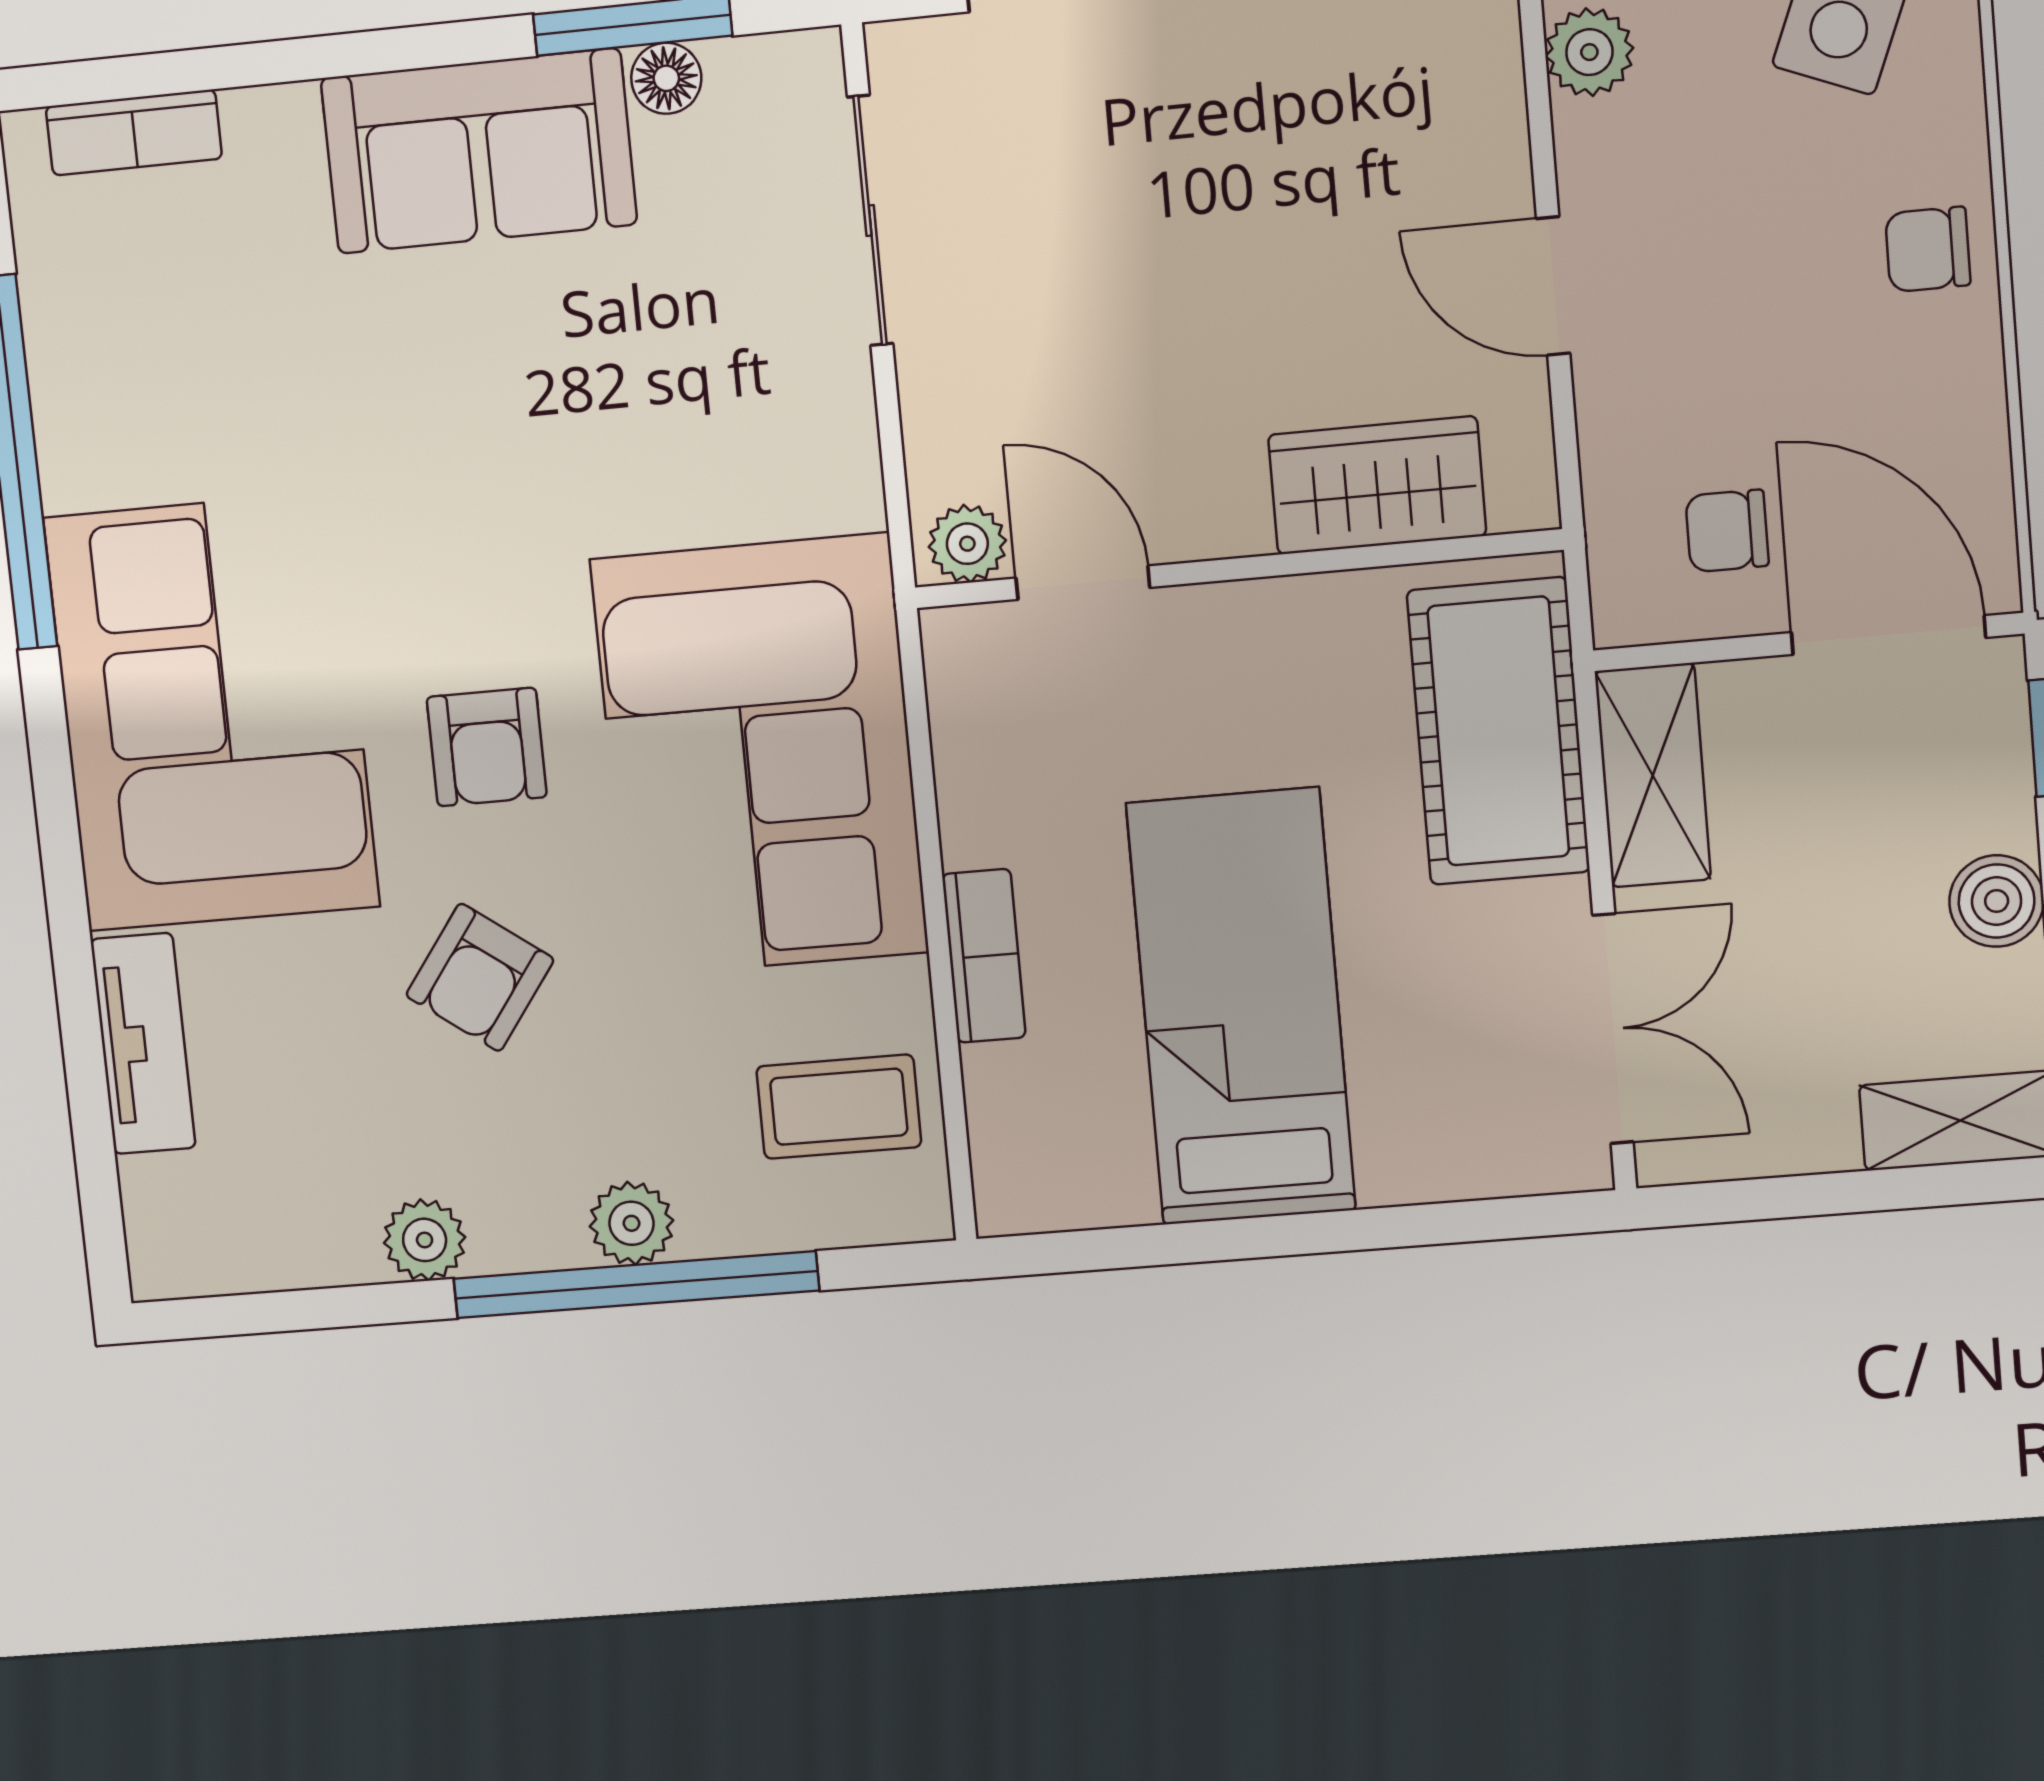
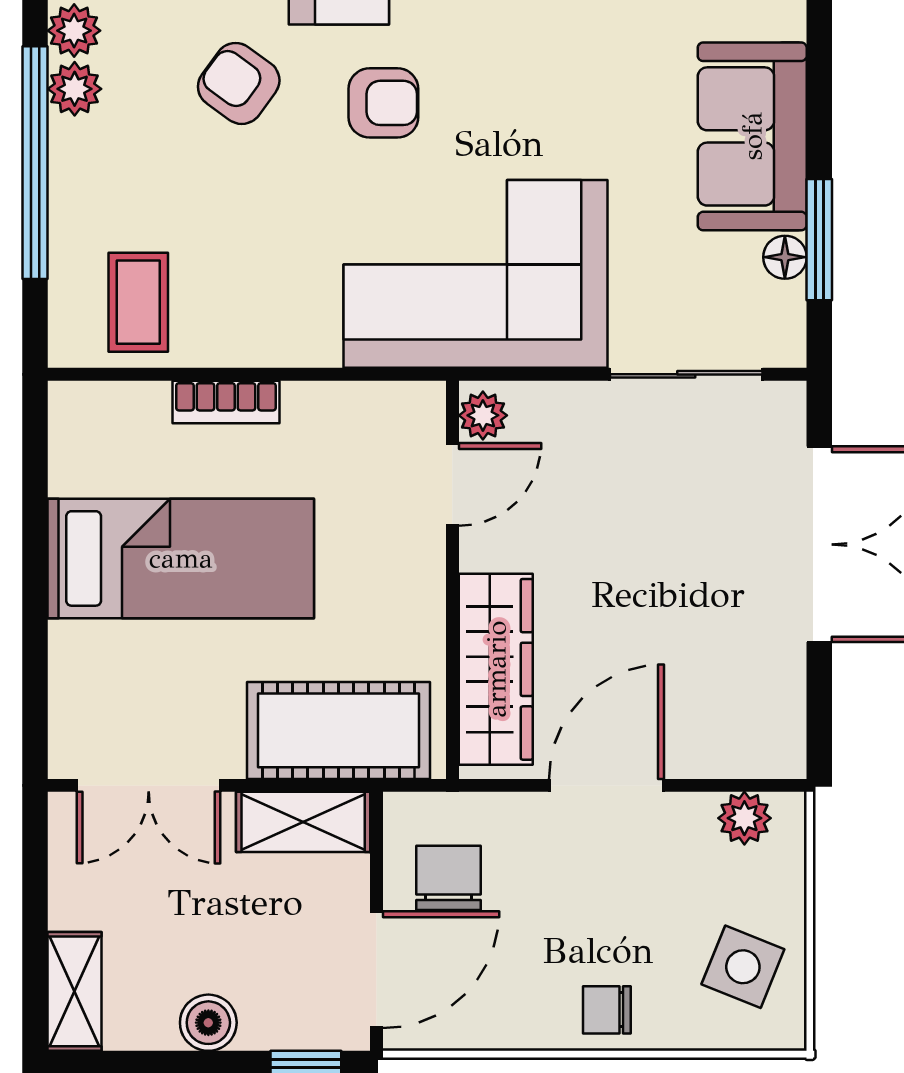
chair: (1928, 249) -> (607, 1010), turned -90
door: (1553, 286) -> (606, 785), width x1.38
wardrobe: (1377, 485) -> (496, 669), width x1.50
chair: (1727, 531) -> (449, 878), width x1.37, depth x1.37
armchair: (487, 747) -> (383, 103), turned 180
corner sofa: (760, 756) -> (476, 274), moved
plant: (631, 1223) -> (75, 89), moved

